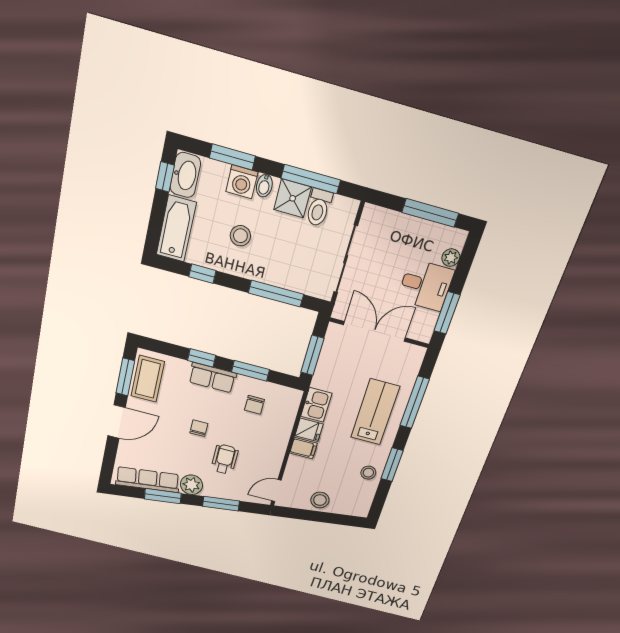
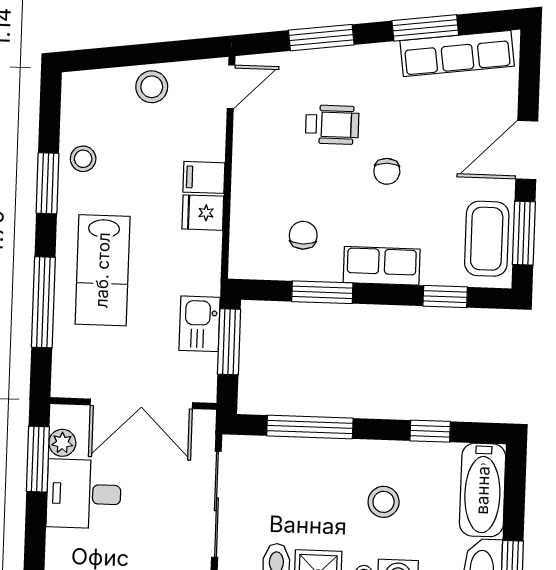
plant: (451, 258) -> (62, 443), moved
window: (202, 358) -> (445, 297), moved
kitchen sink: (316, 405) -> (200, 324), moved
wheelchair: (225, 459) -> (332, 125), turned -90
plant: (191, 485) -> (380, 62), removed

